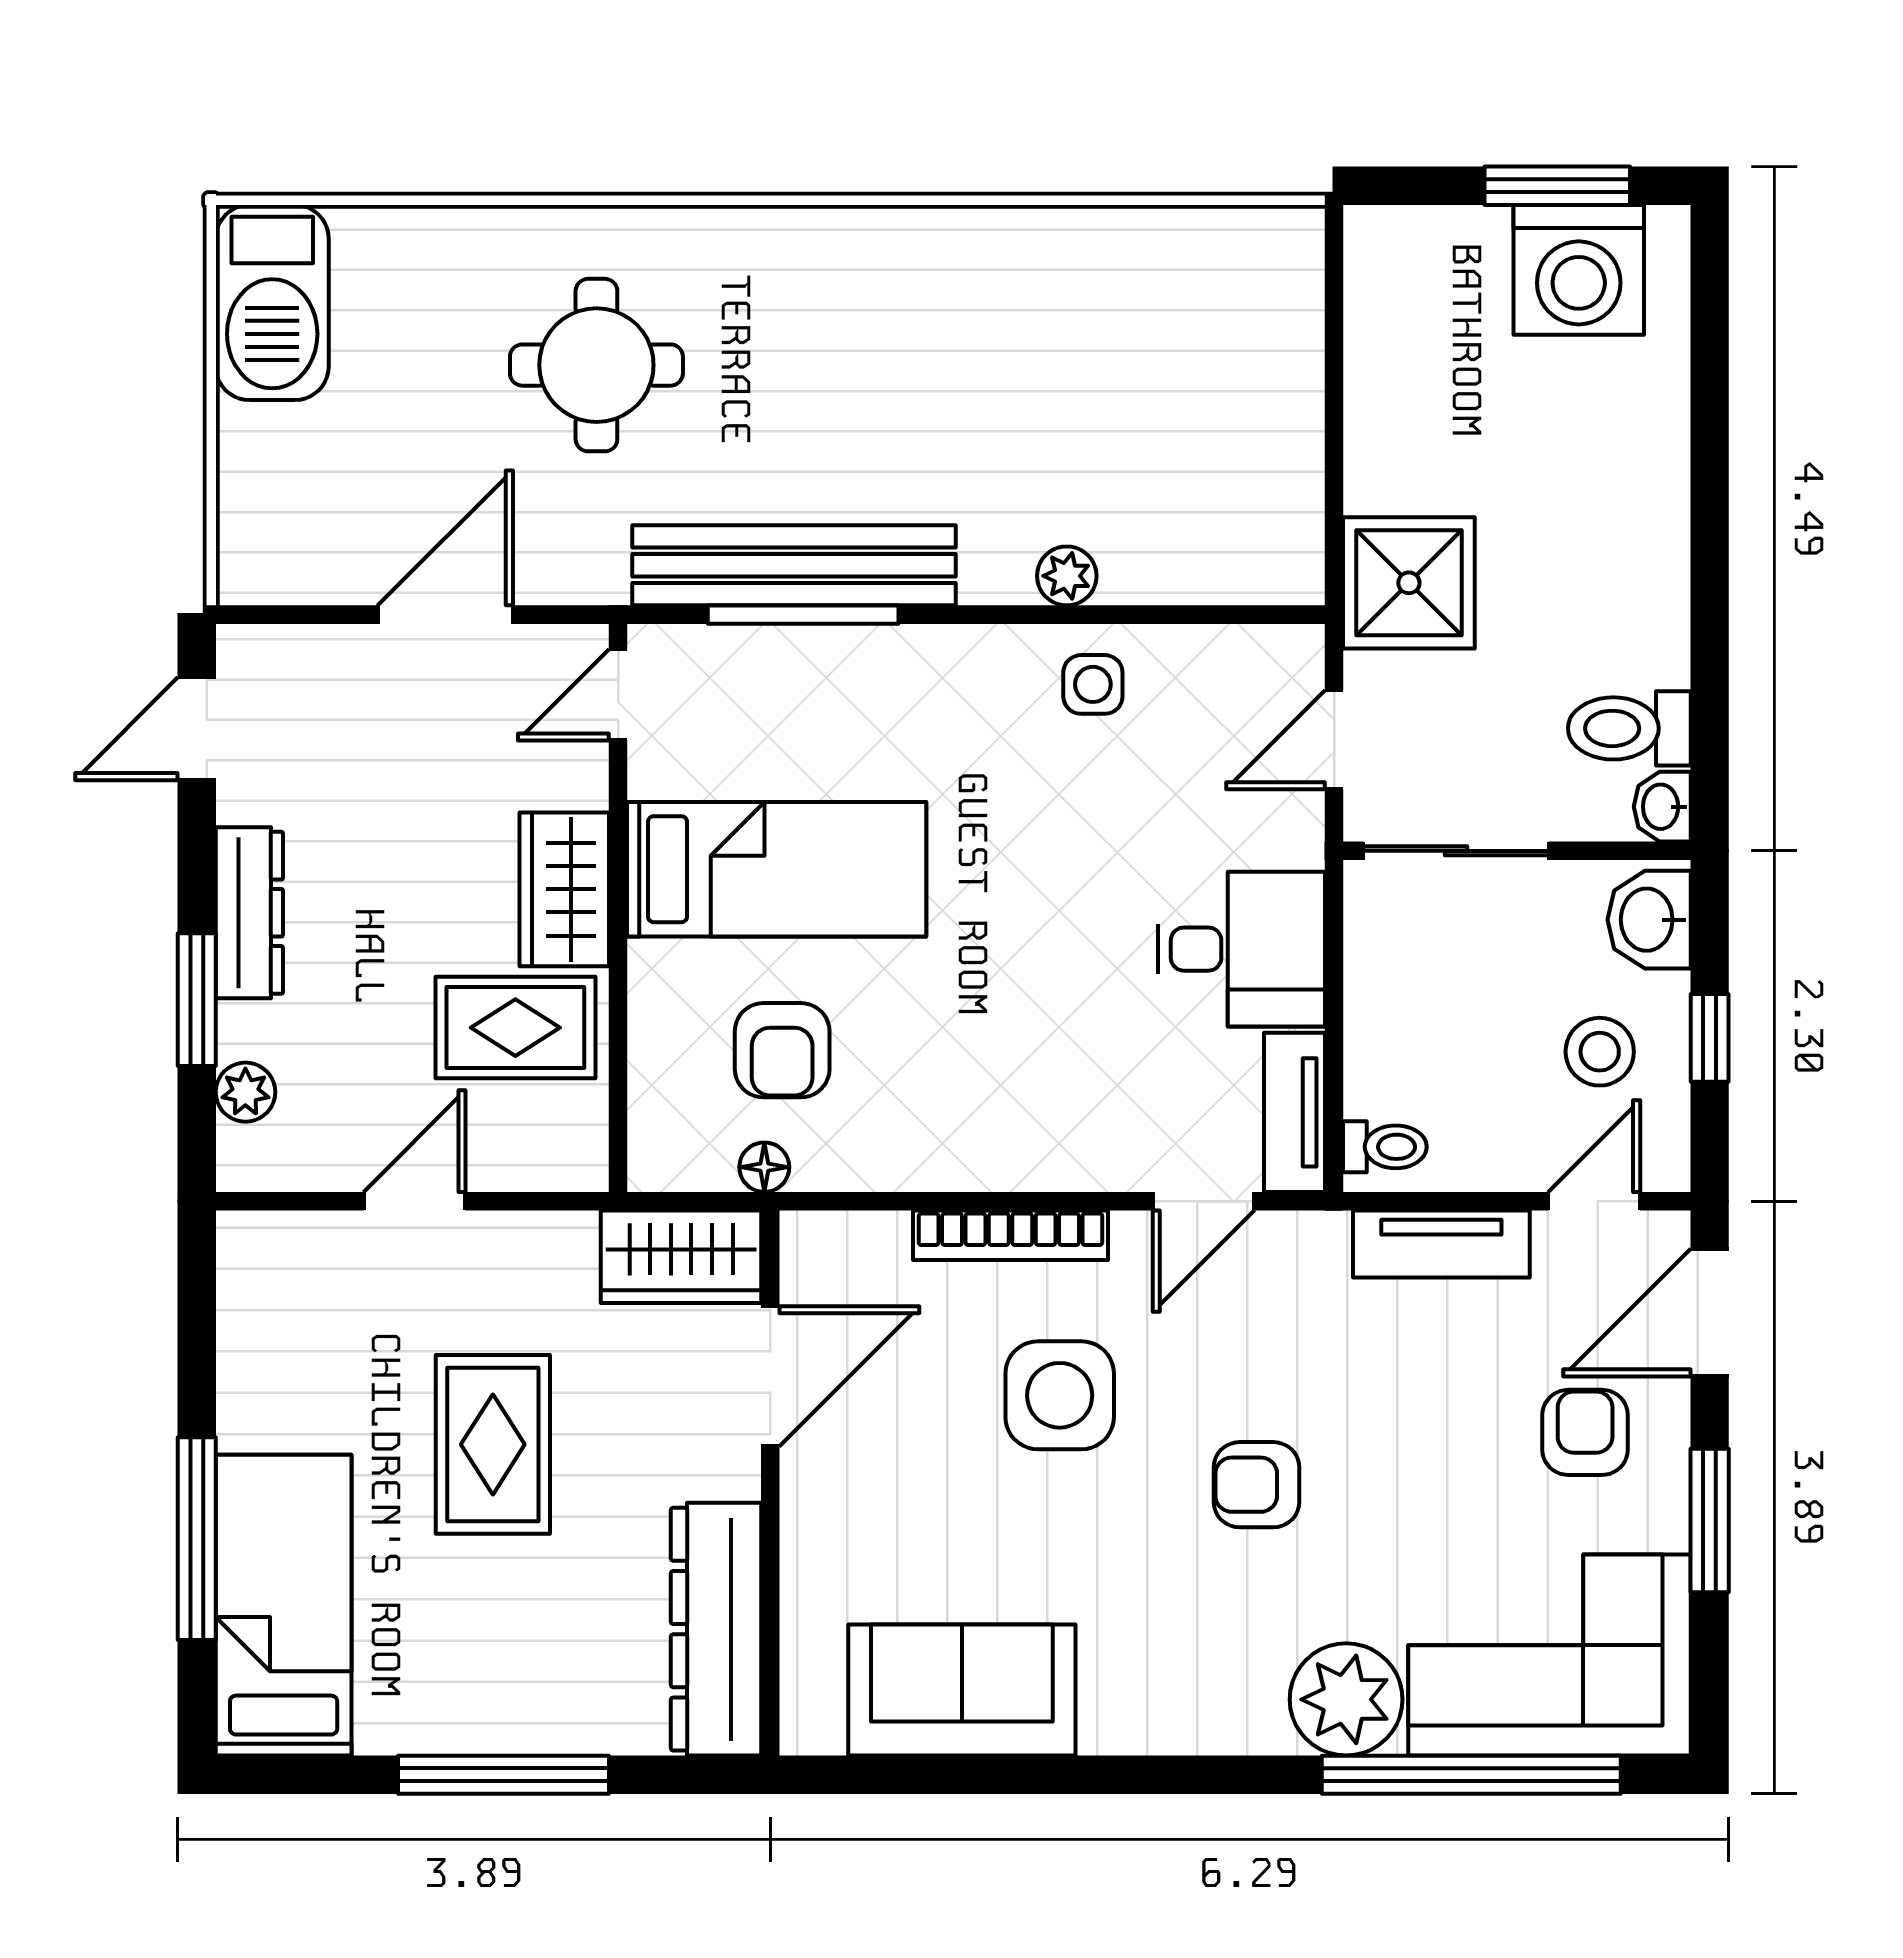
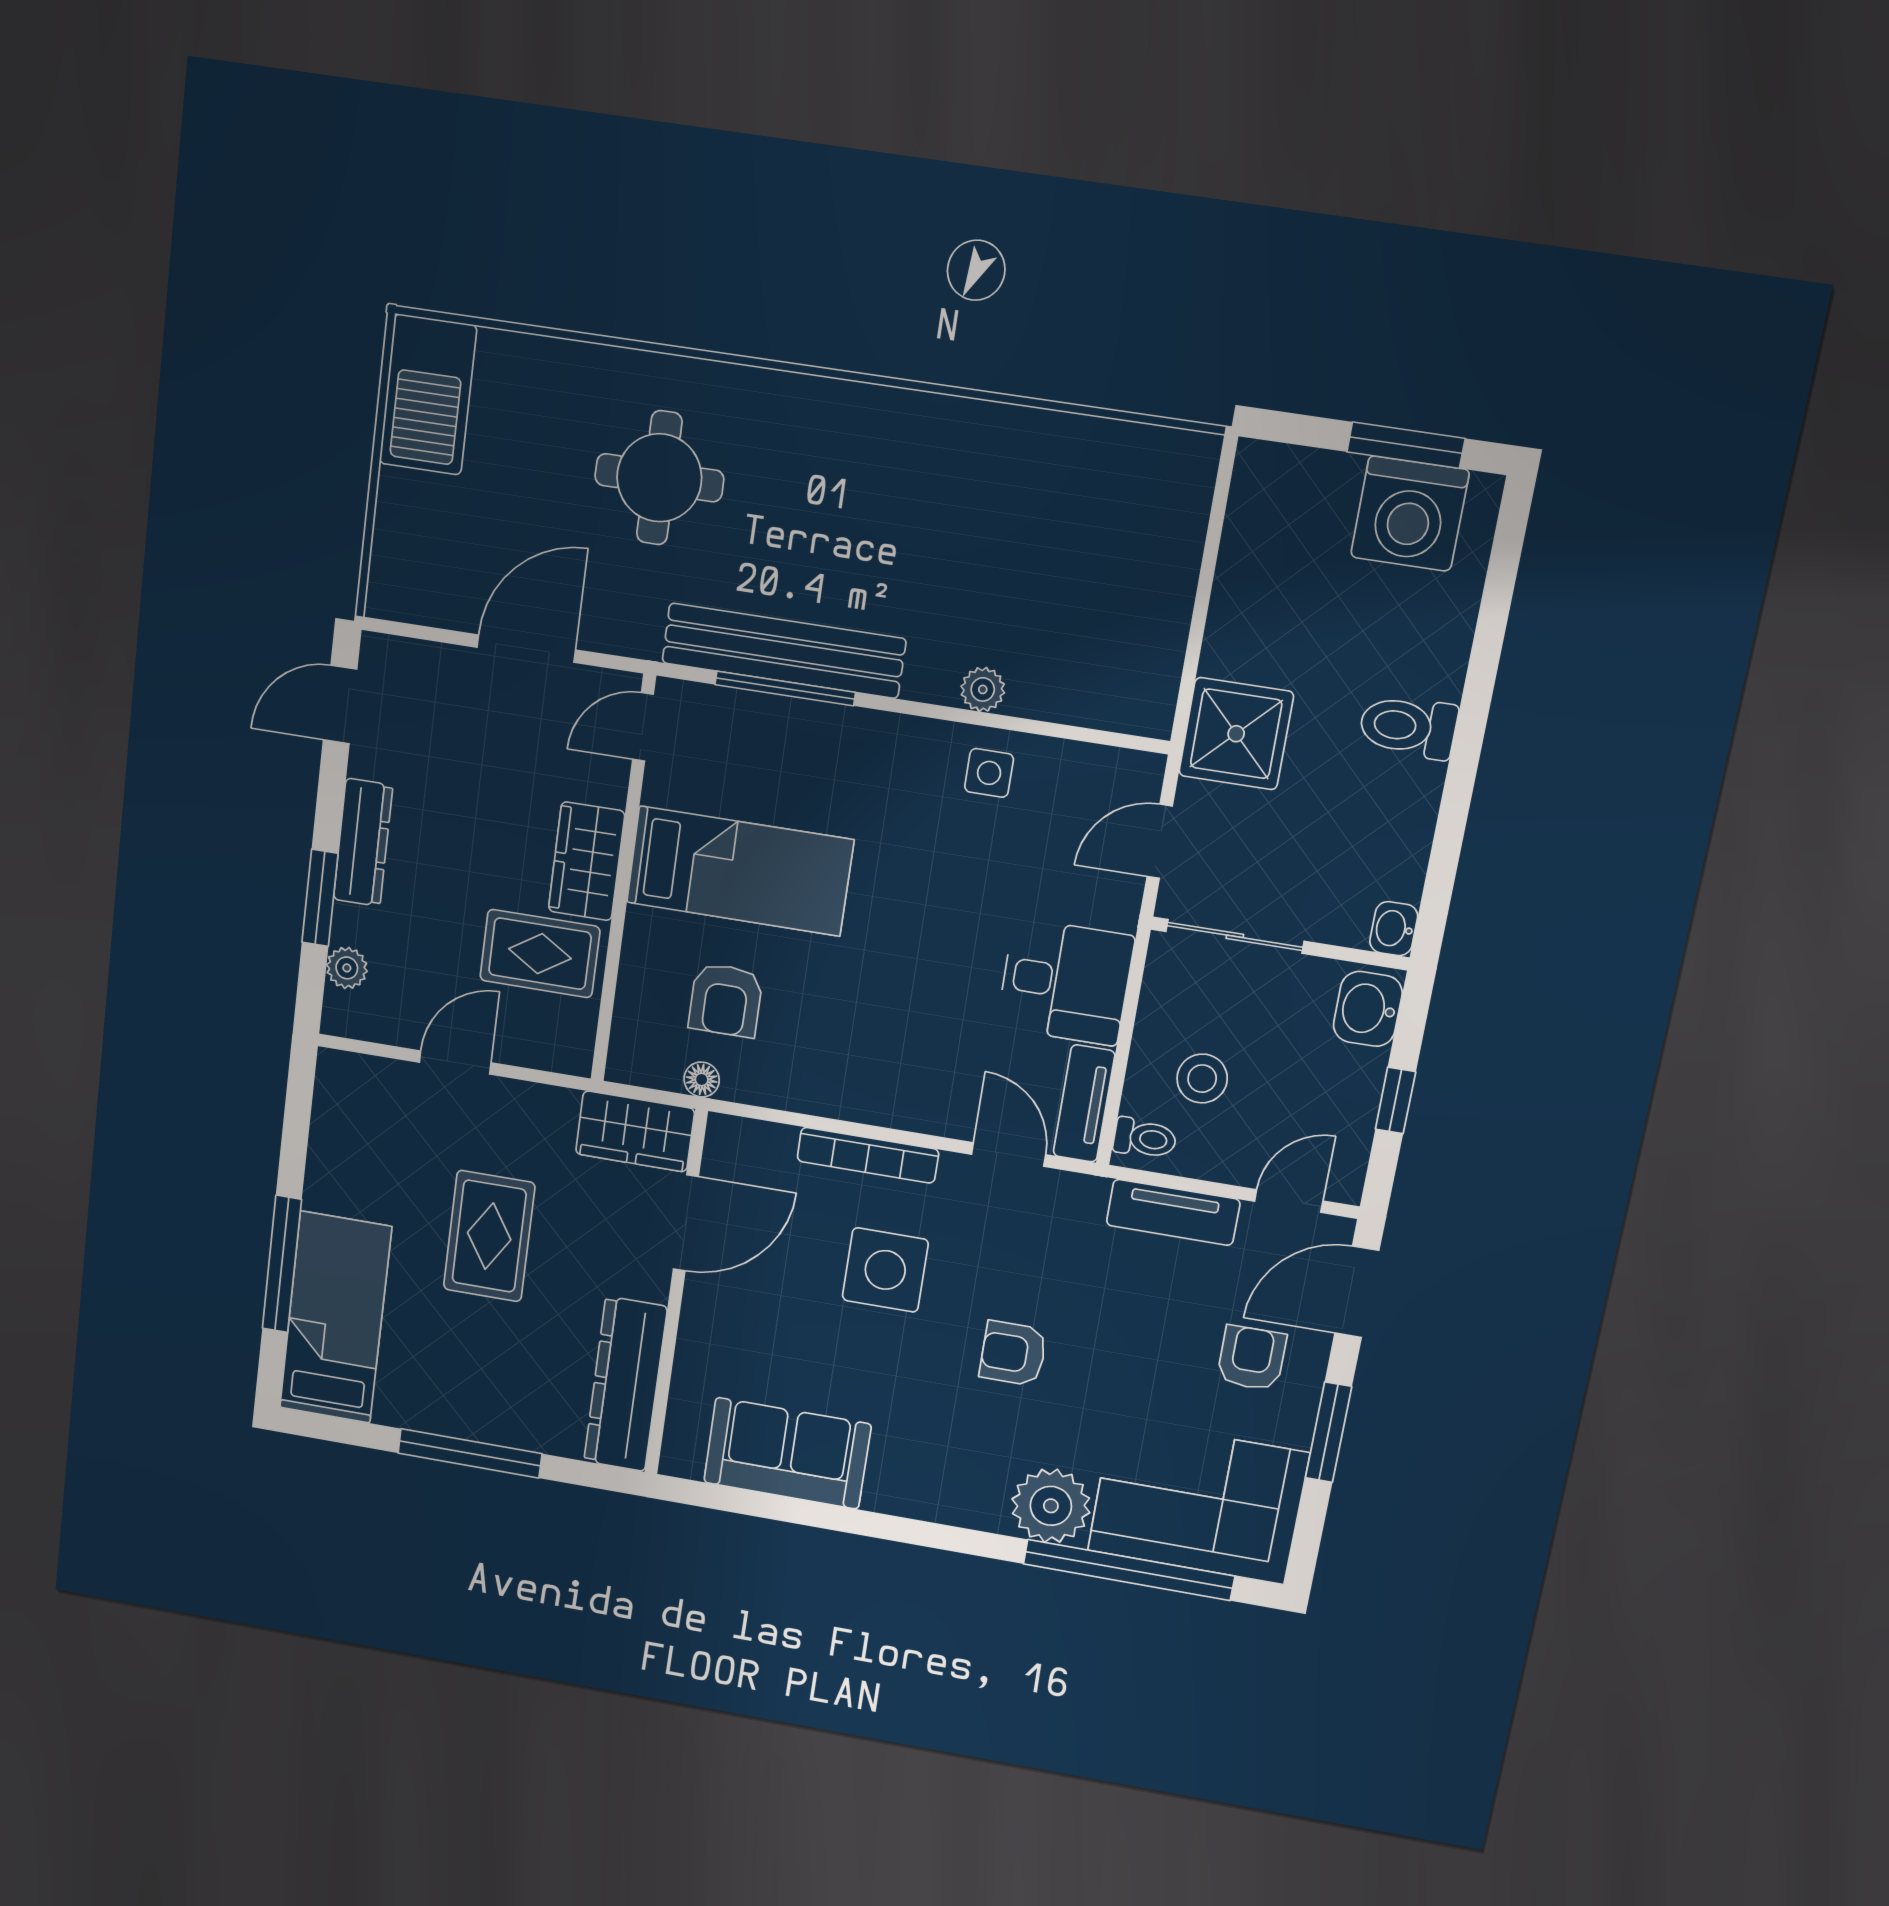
toilet: (1629, 728) -> (1408, 727), moved
stool: (1600, 1052) -> (1202, 1079), moved
door: (1204, 1201) -> (1008, 1155), swing flipped

